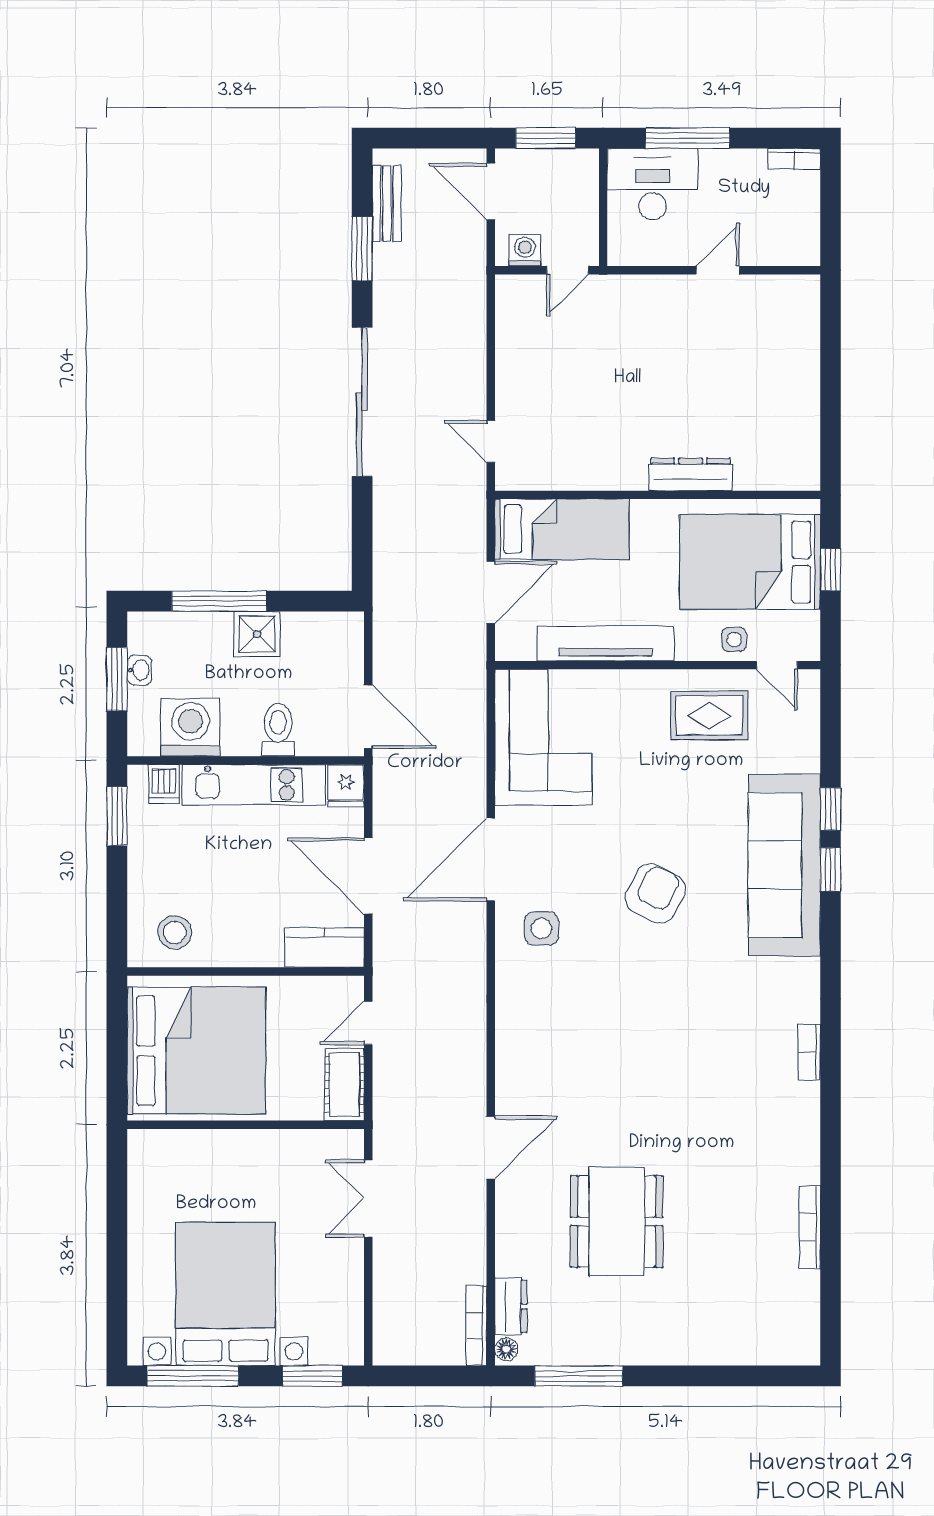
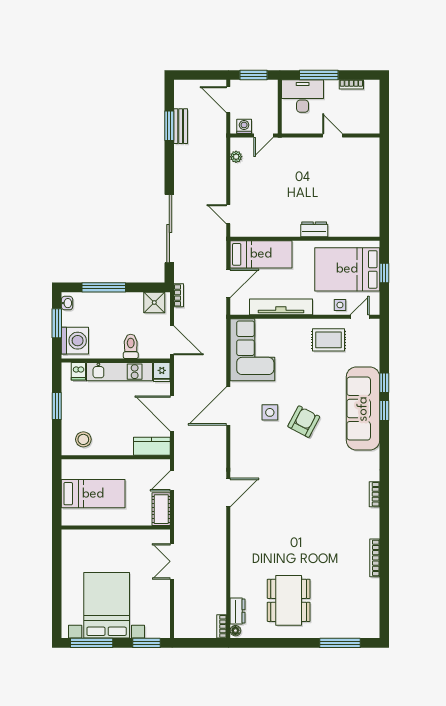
bookcase: (794, 159) -> (351, 84), moved
bench: (387, 204) -> (181, 126), moved
door: (718, 270) -> (332, 136), hinge flipped
plant: (508, 316) -> (236, 157), added
sliding door: (362, 402) -> (169, 229), moved
dresser: (691, 474) -> (314, 229), width x0.70
bookcase: (382, 618) -> (179, 295), added
shower: (257, 634) -> (154, 302), moved
door: (777, 665) -> (360, 317), swing flipped
washbasin: (139, 670) -> (67, 303), moved
washing machine: (191, 727) -> (75, 341), moved, turned 90
window: (117, 816) -> (57, 406), moved
side table: (541, 928) -> (270, 412), moved
bed: (196, 1051) -> (93, 494), width x0.49
door: (491, 1148) -> (228, 493), moved
dining table: (617, 1221) -> (289, 600), moved
bookcase: (810, 1227) -> (375, 558), moved
bookcase: (476, 1326) -> (222, 626), width x0.64
window: (579, 1376) -> (340, 643), moved

